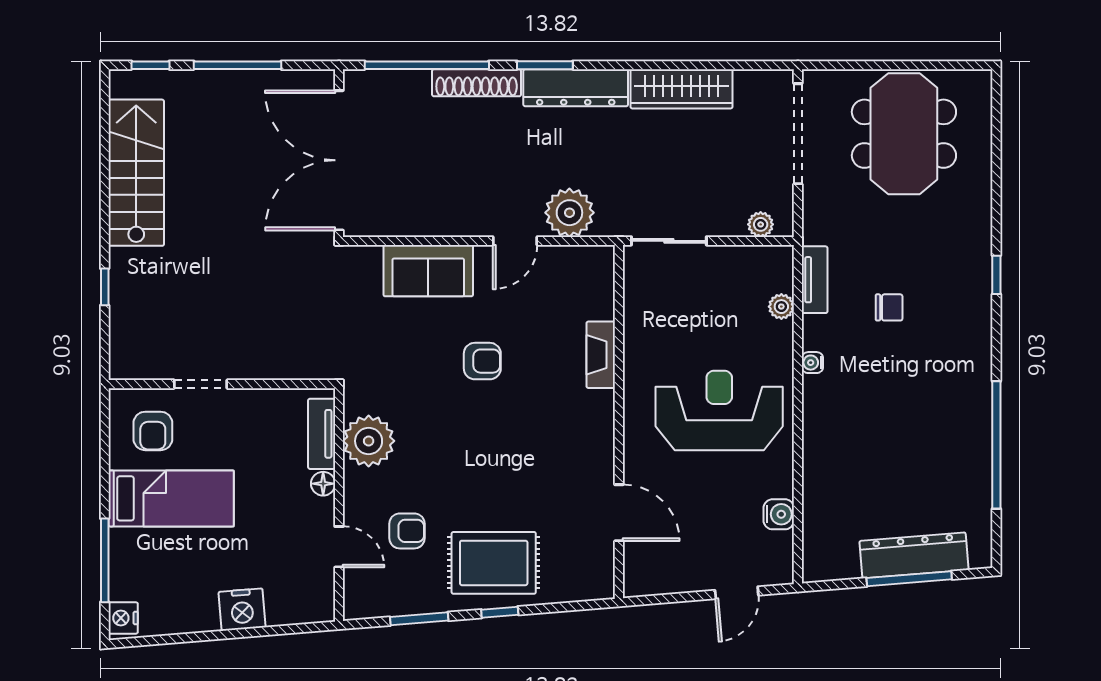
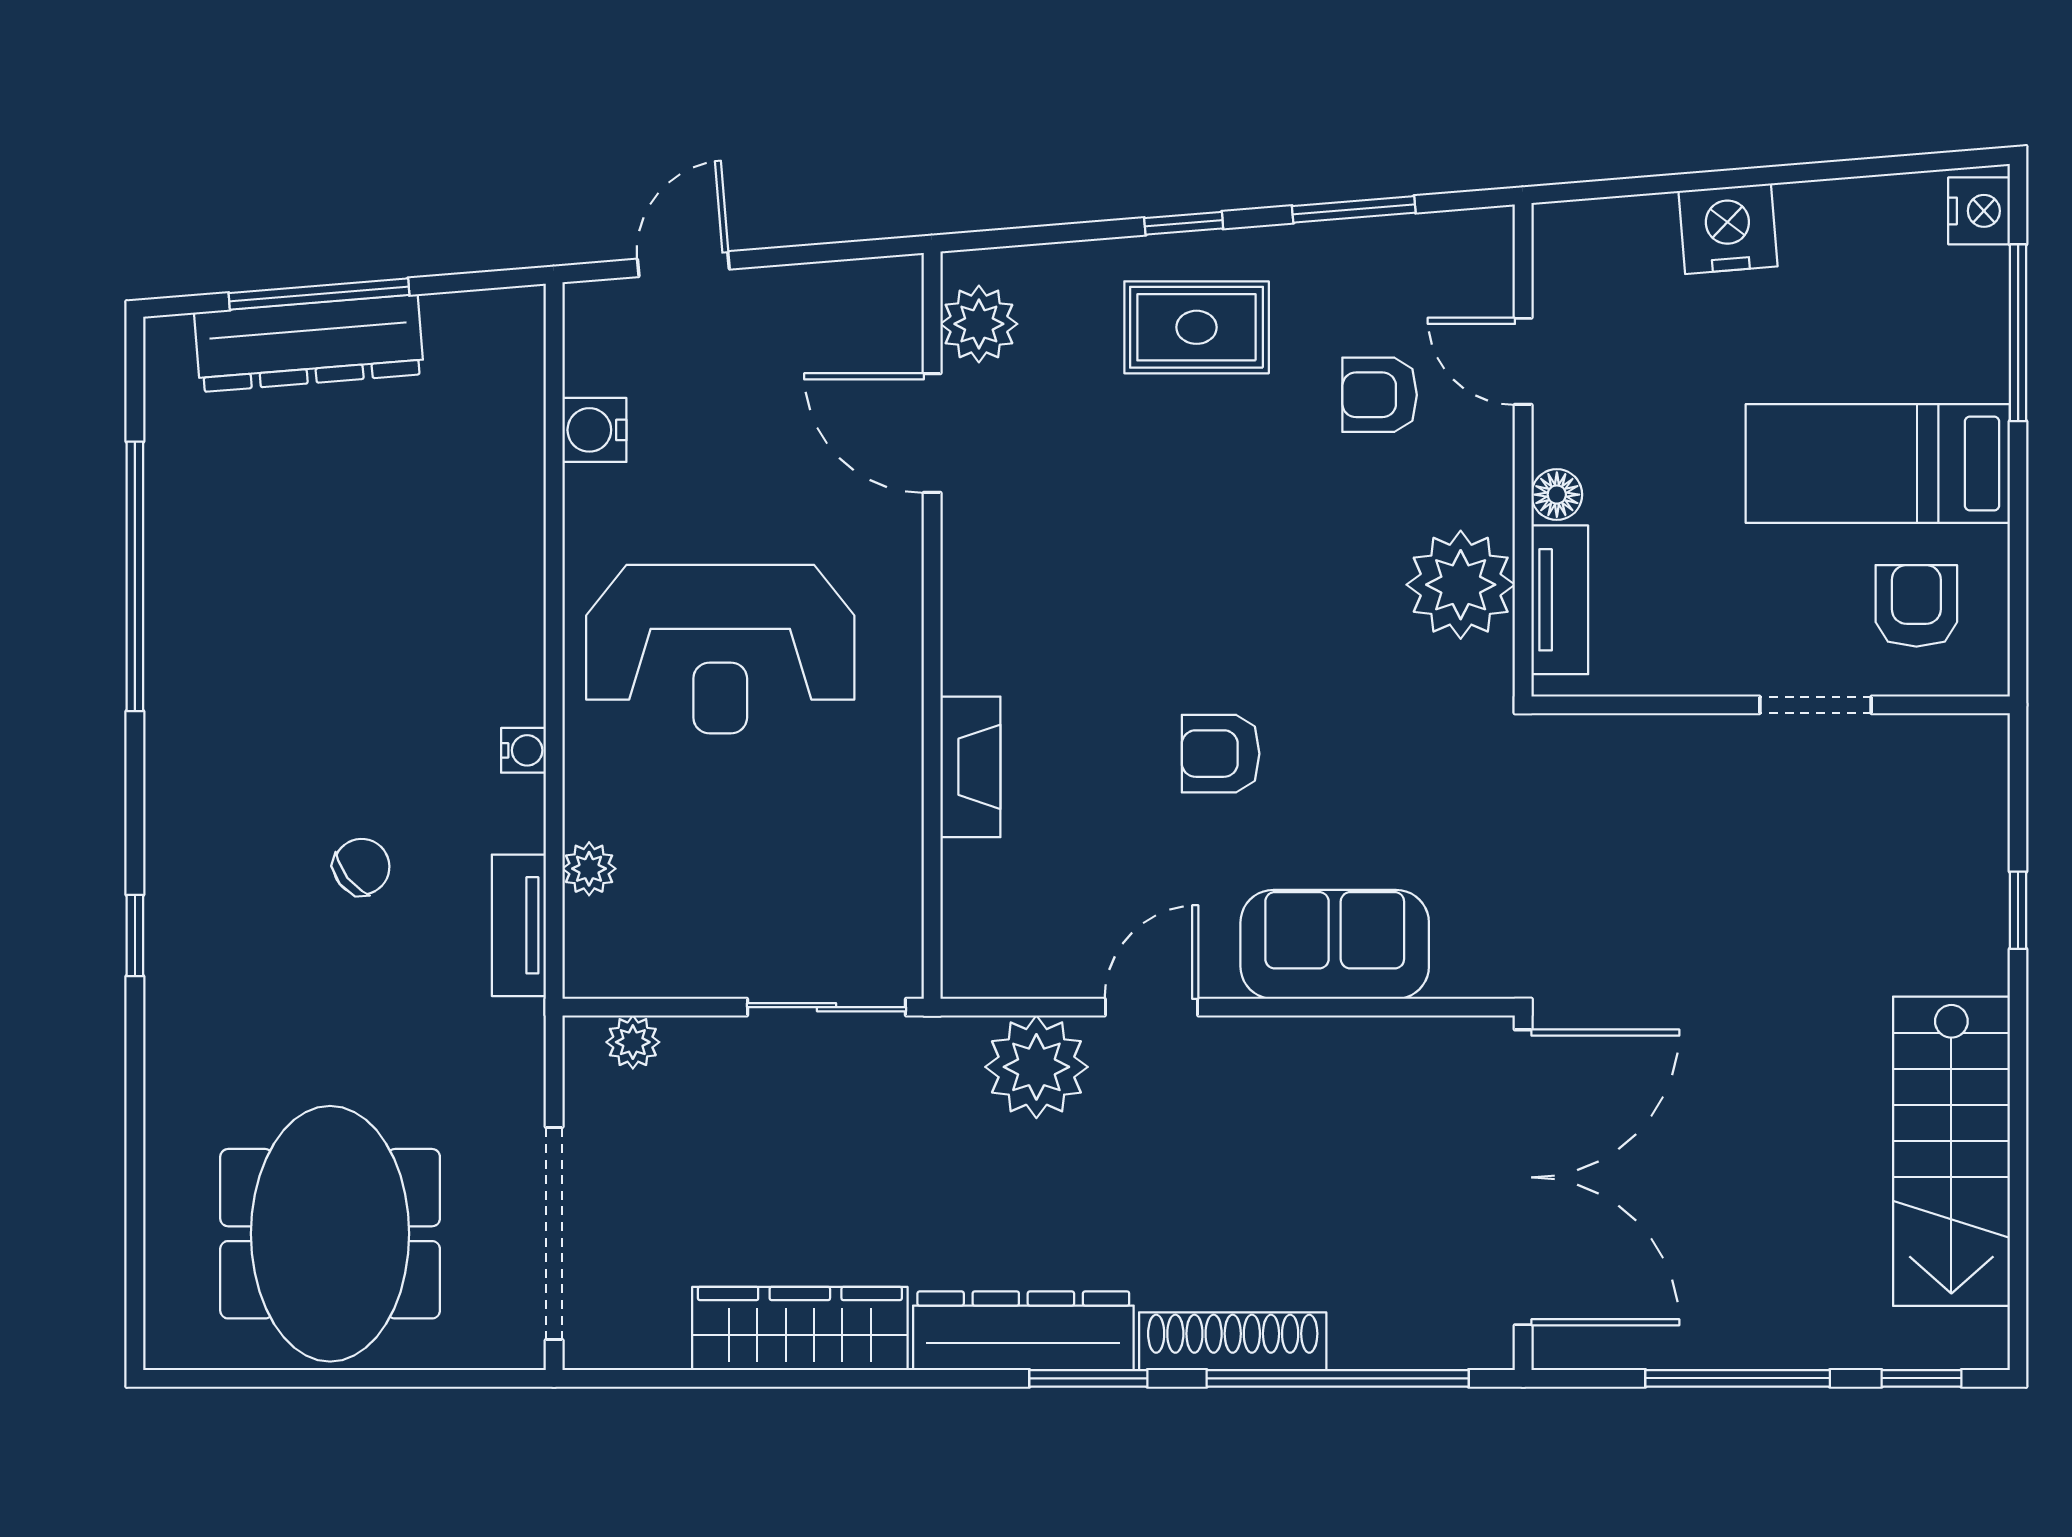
chair: (889, 307) -> (362, 867), turned 142
rug: (494, 563) -> (1197, 327), width x0.73, depth x0.70
plant: (597, 564) -> (979, 324), added

